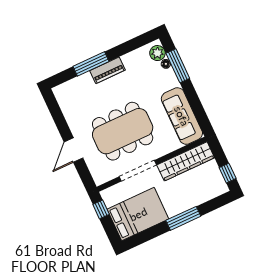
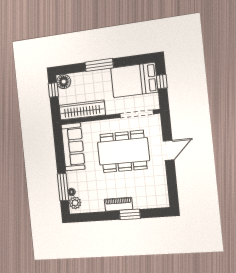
window: (91, 64) -> (130, 214), width x0.69
doorway: (138, 171) -> (136, 114), moved
floor lamp: (218, 187) -> (64, 82), added
window: (101, 209) -> (162, 82), moved

